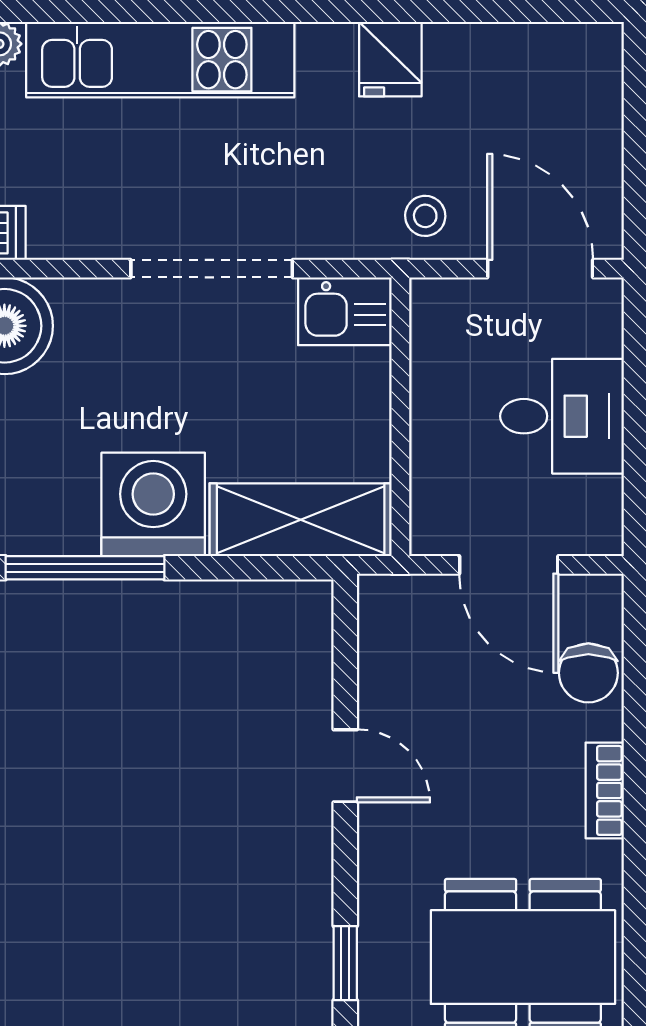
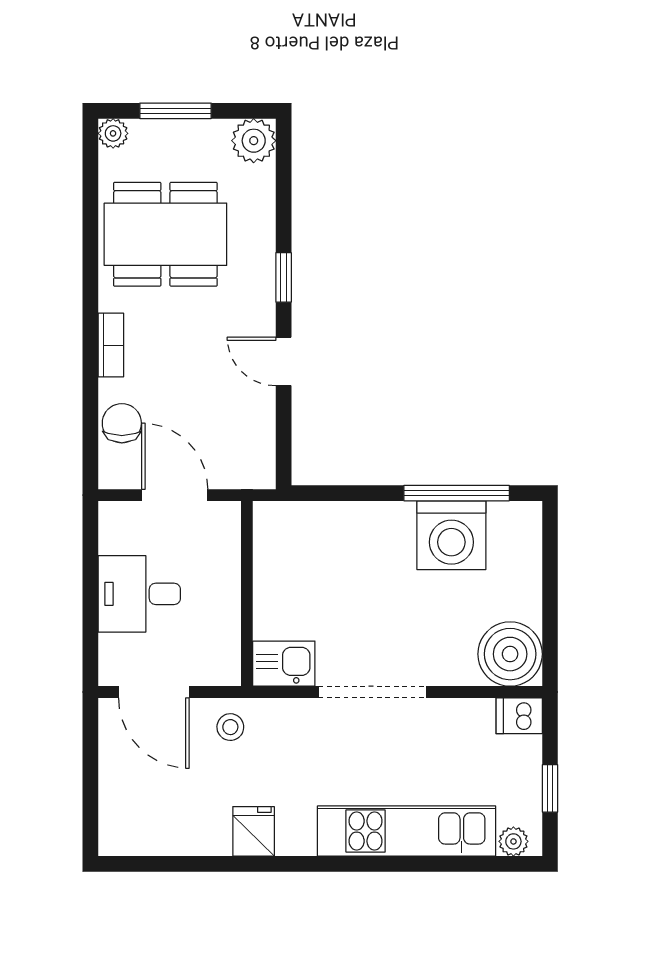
washing machine: (153, 504) -> (451, 535), moved
shelving: (301, 520) -> (313, 525), removed
window: (345, 963) -> (284, 277), moved

